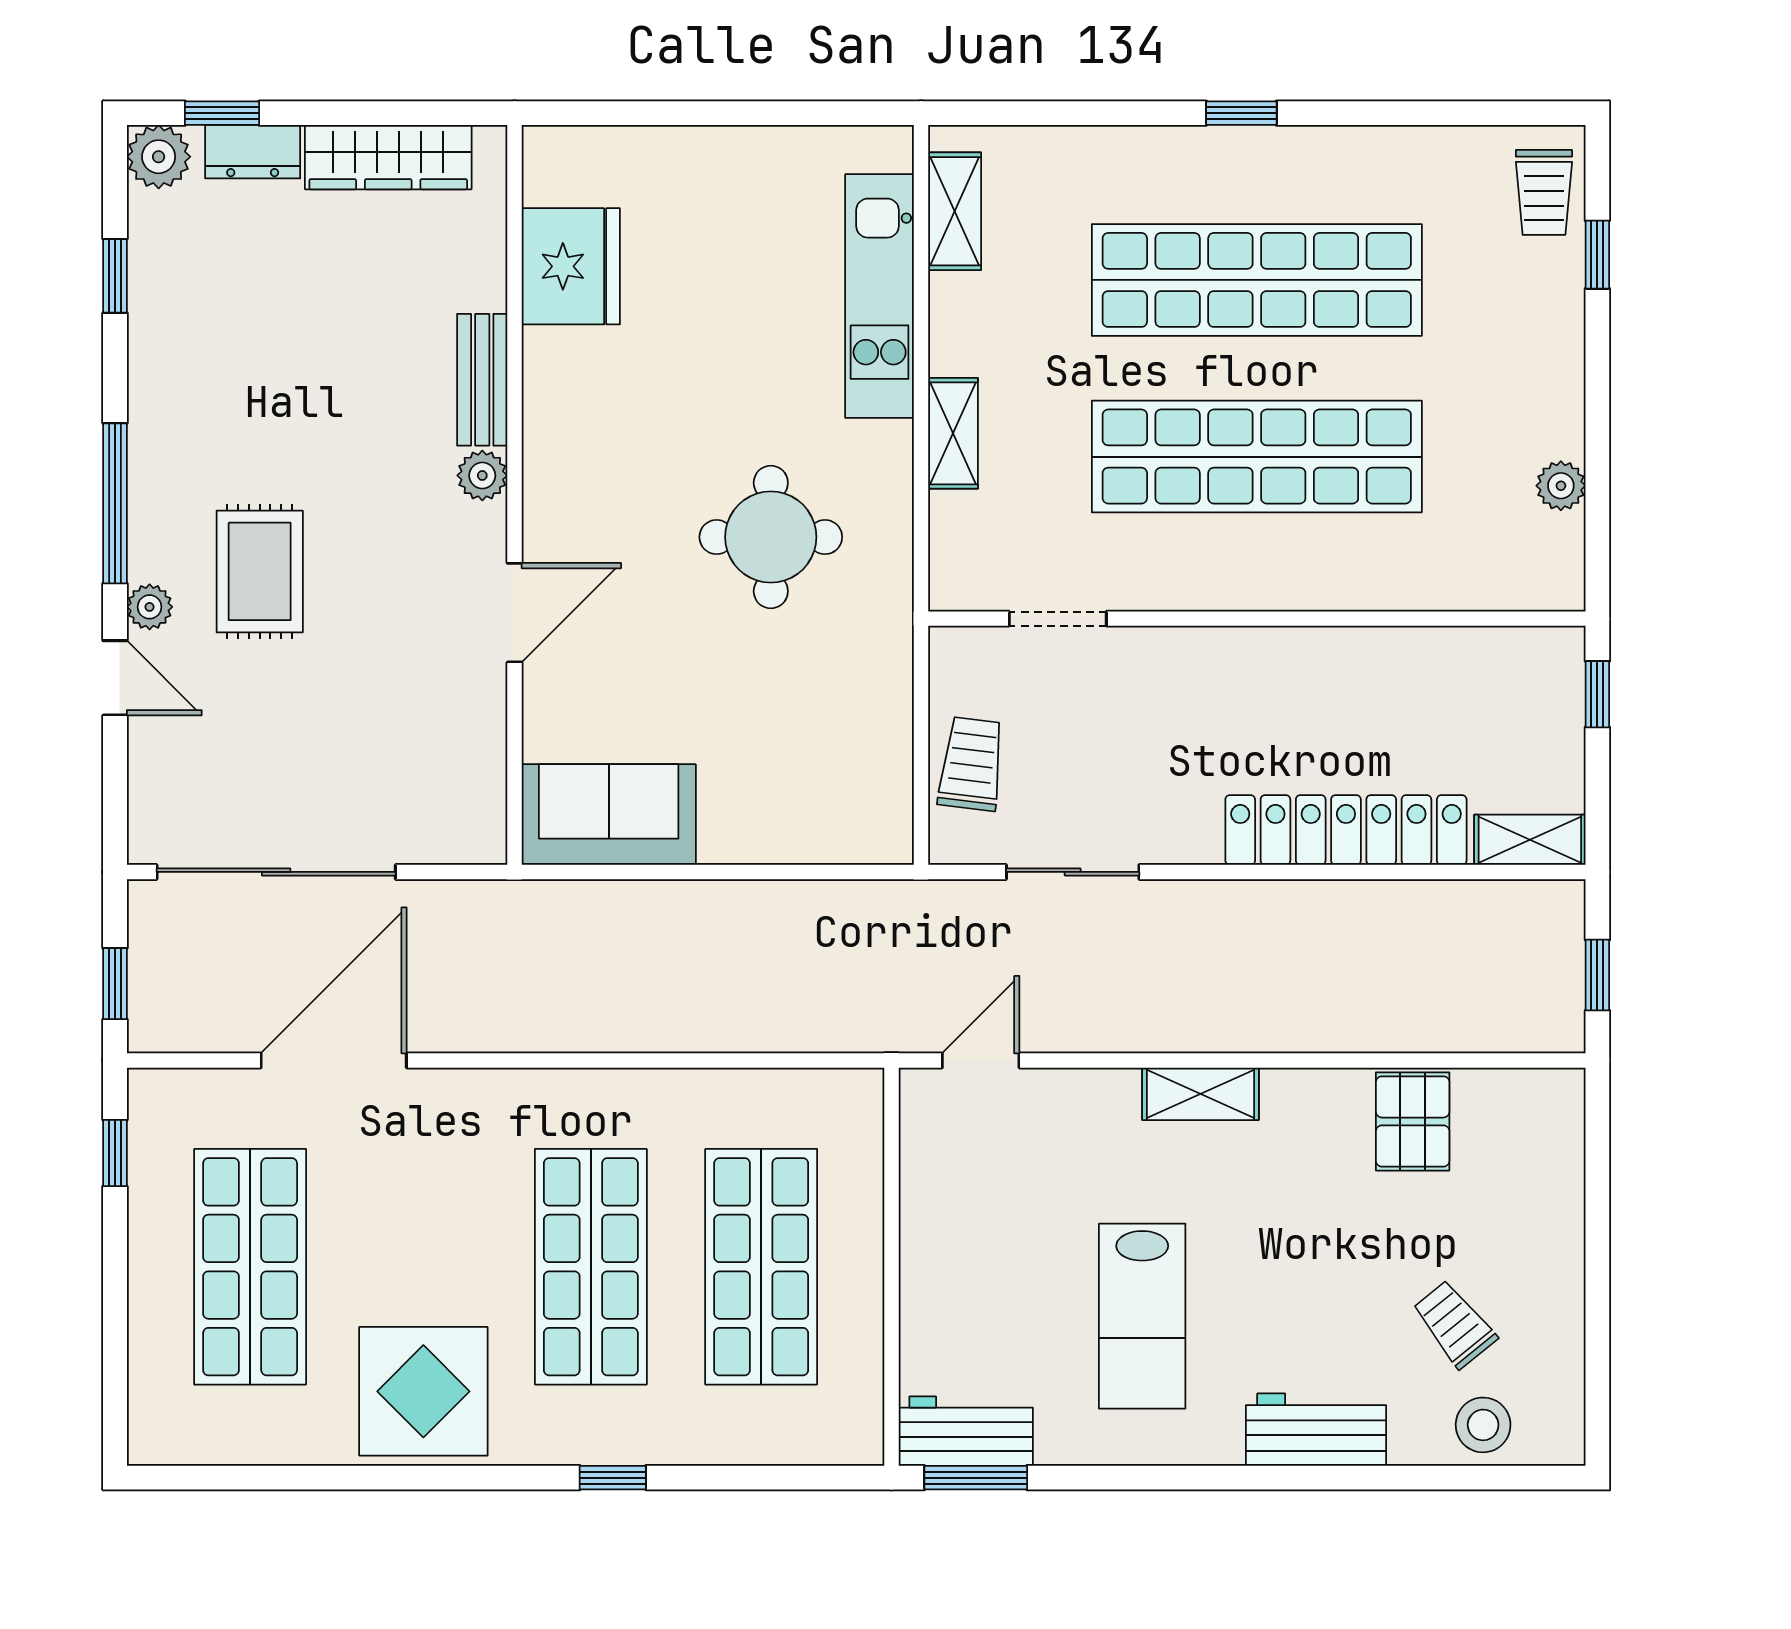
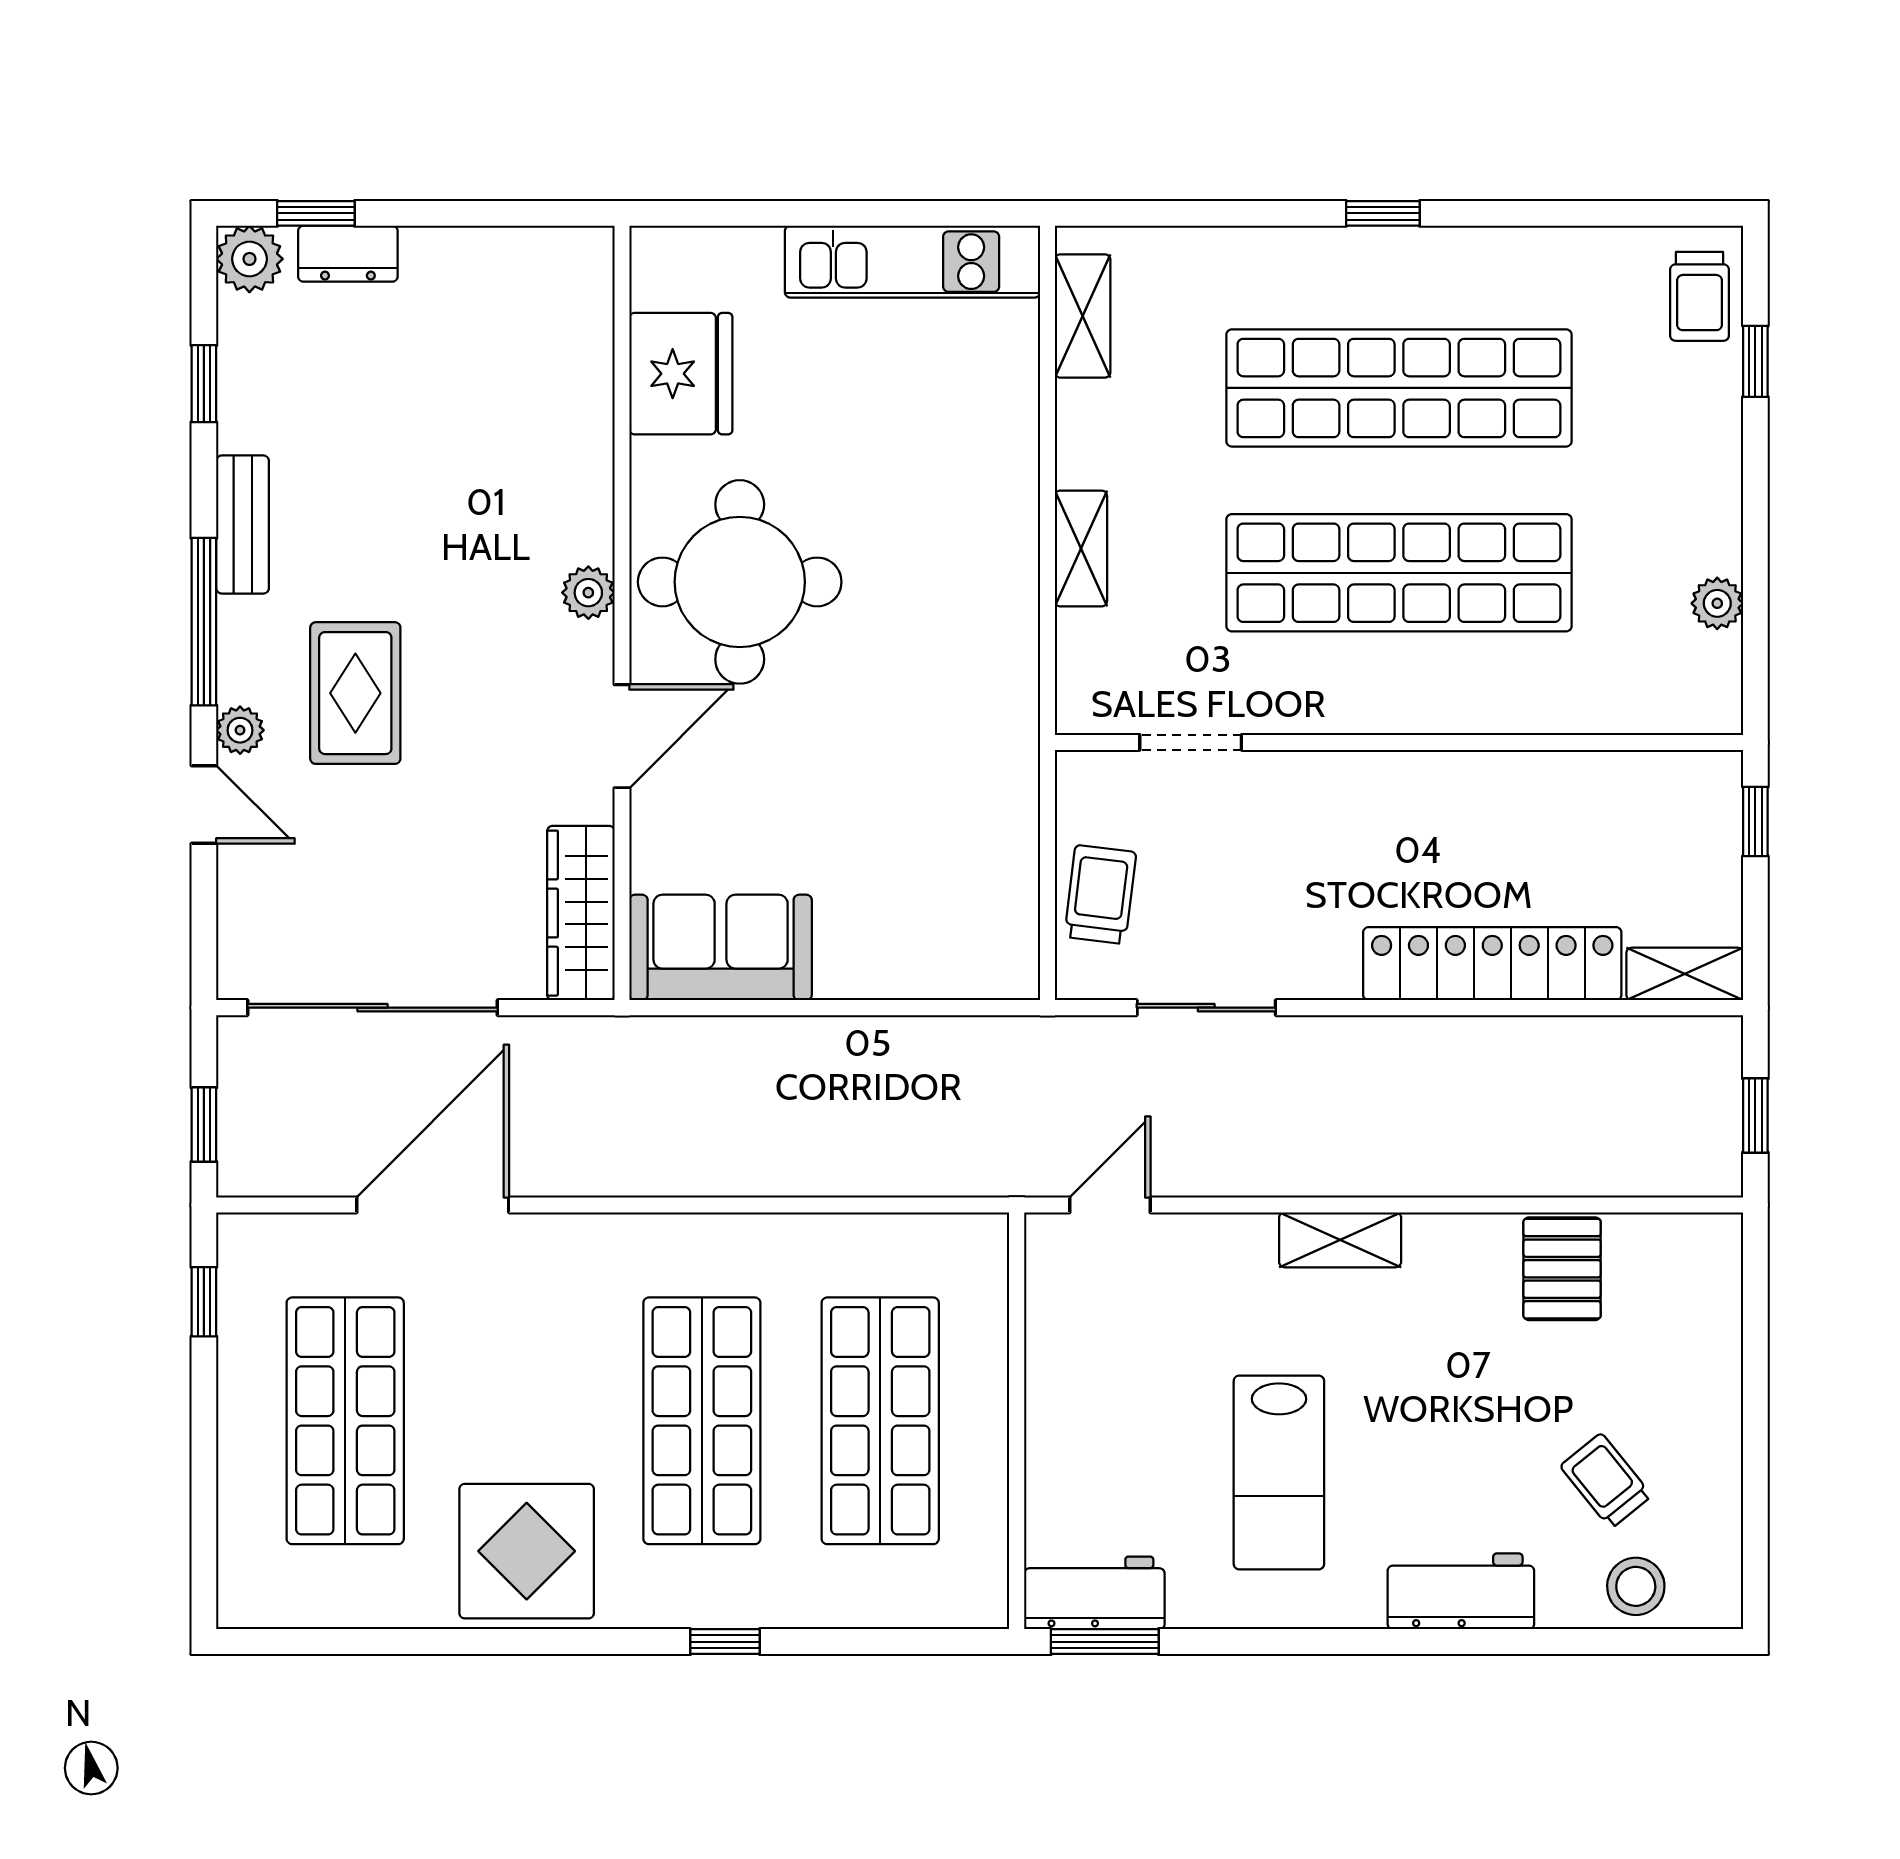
wardrobe: (388, 157) -> (581, 913), moved, turned 90
kitchen unit: (880, 296) -> (912, 262), moved, turned -90
bench: (482, 380) -> (243, 525), moved
round table: (771, 537) -> (740, 582), moved, width x1.36, depth x1.36

